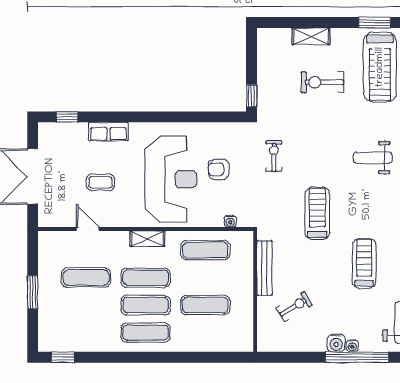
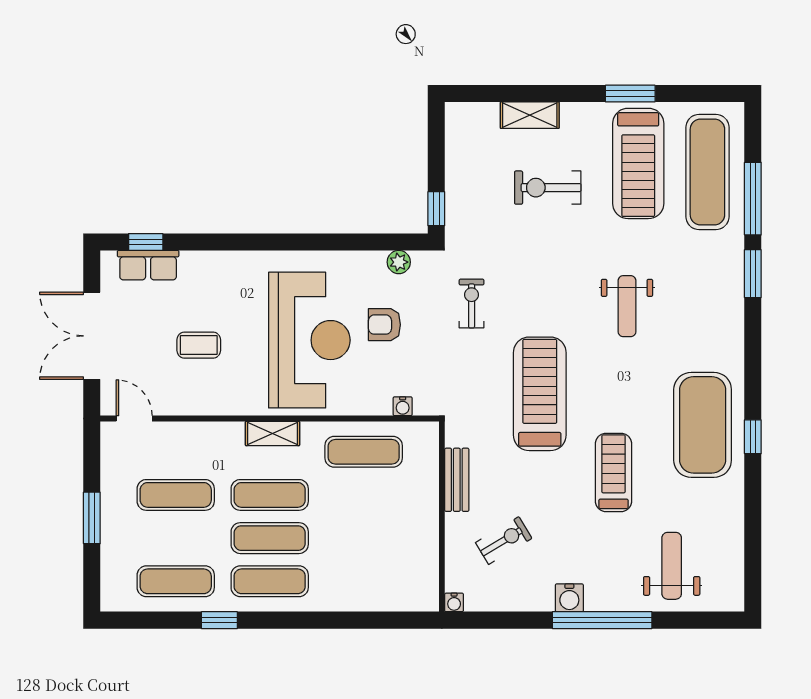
plant: (228, 130) -> (399, 262), added
row of seats: (108, 132) -> (148, 265), moved
weight bench: (373, 158) -> (627, 306), turned -90
treadmill: (317, 213) -> (540, 394), width x1.37, depth x1.38
door: (88, 229) -> (134, 418), moved
bench: (265, 268) -> (457, 480), width x0.73
exercise mat: (205, 305) -> (176, 581), moved
water cooler: (352, 346) -> (454, 602), moved
window: (63, 357) -> (219, 620), moved

